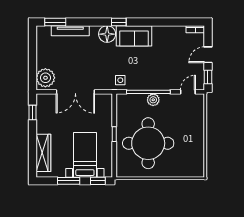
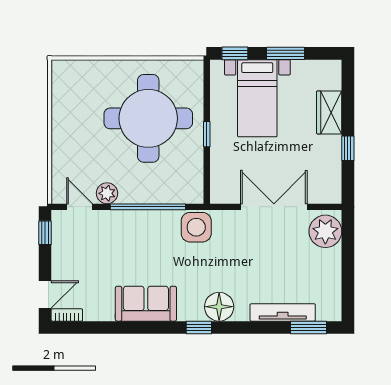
sofa: (134, 36) -> (146, 304), moved
door: (208, 55) -> (45, 294), moved
side table: (120, 80) -> (196, 227), width x1.87, depth x1.87
door: (188, 92) -> (80, 207), swing flipped
plant: (153, 100) -> (107, 193), moved
window: (32, 113) -> (348, 148), moved
wardrobe: (43, 153) -> (329, 112), width x0.67

